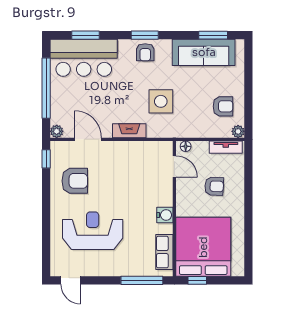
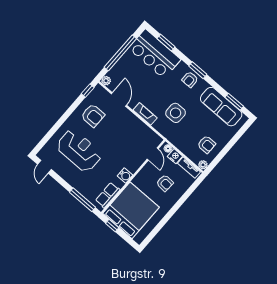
nightstand: (200, 148) -> (175, 156), added

